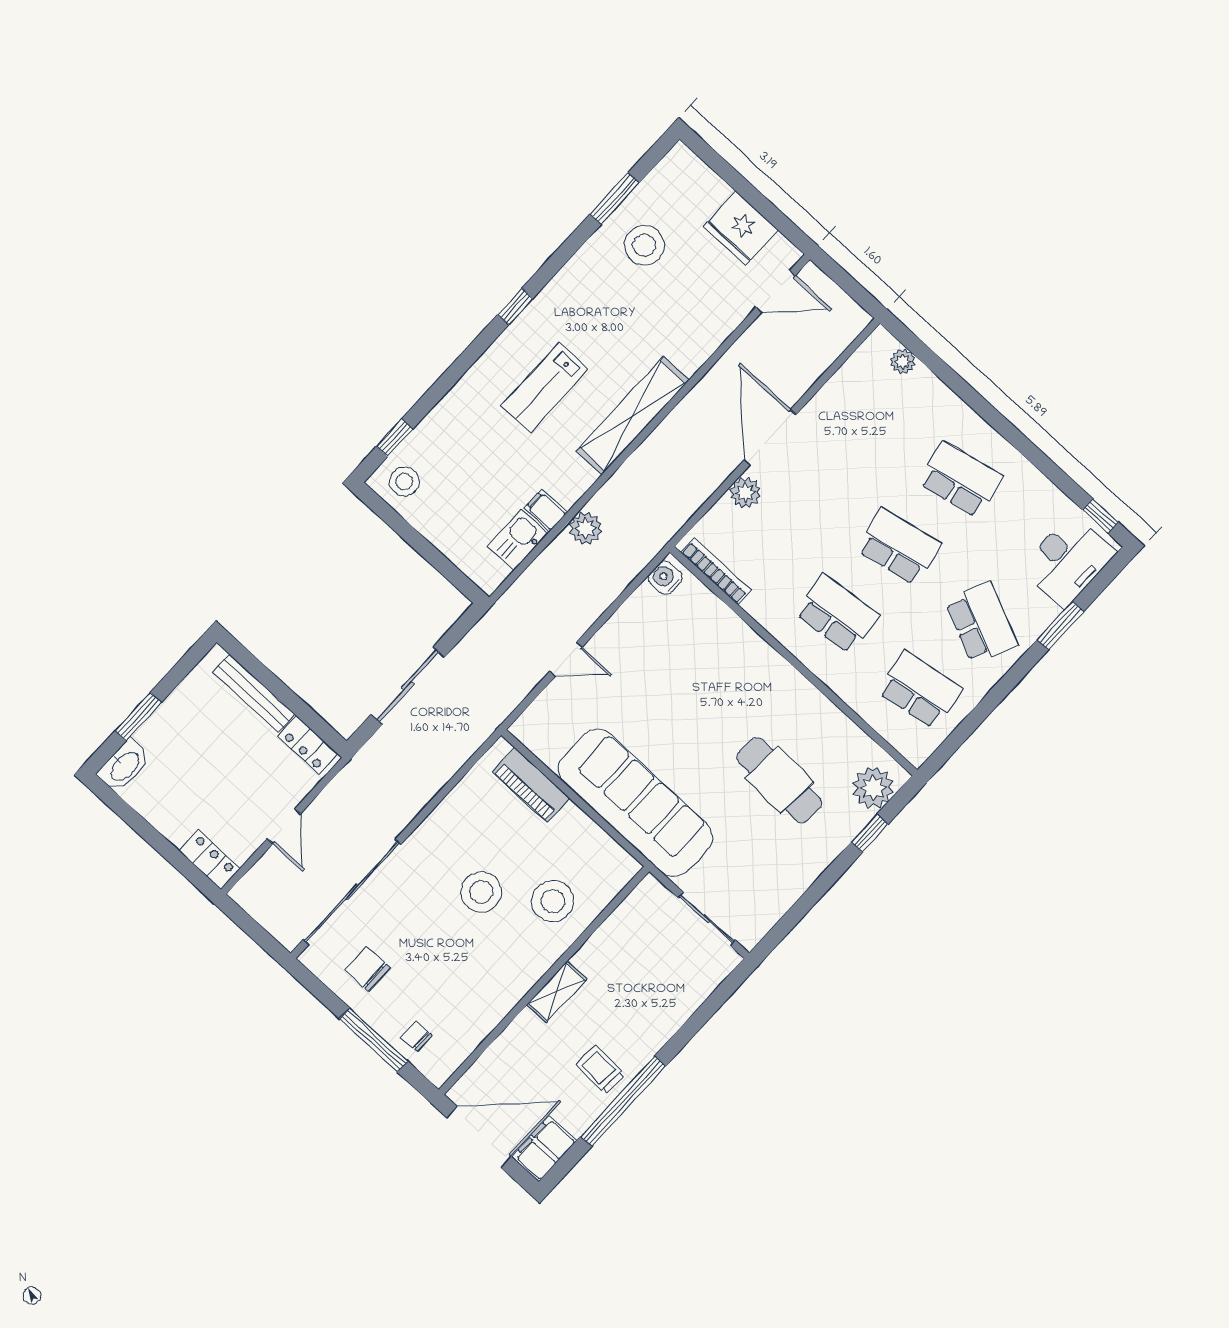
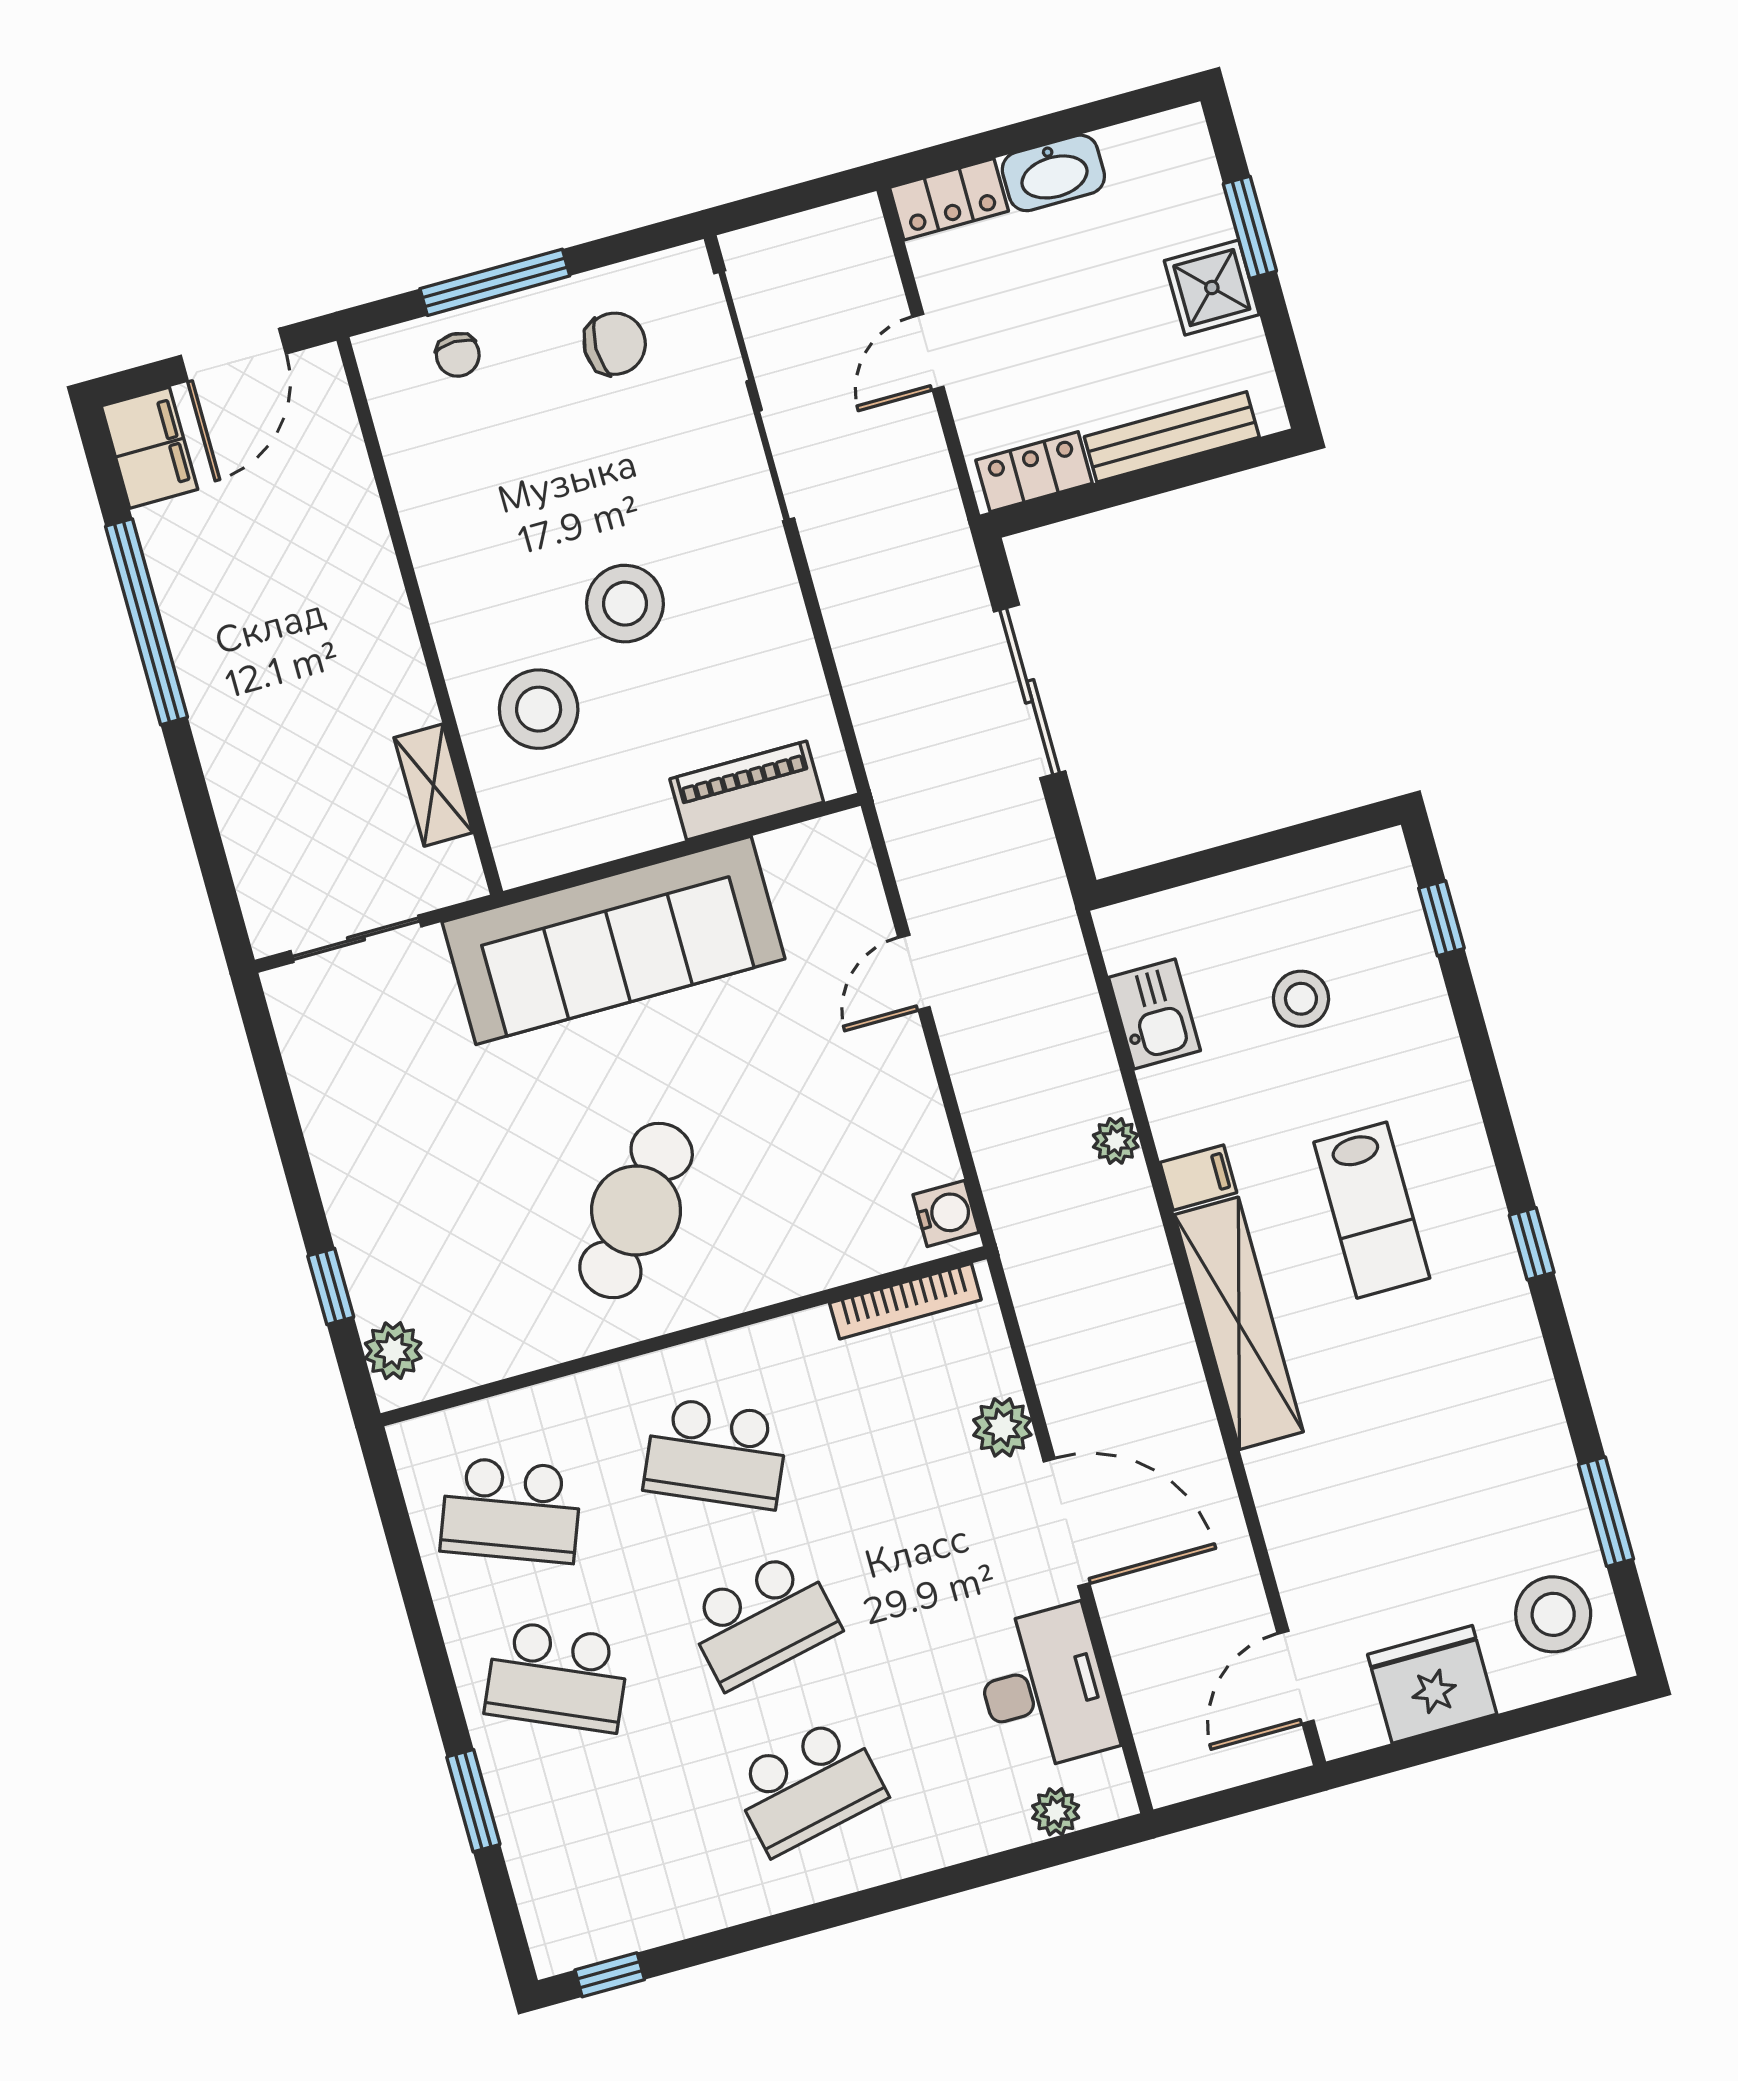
stool: (644, 245) -> (1553, 1614), moved
lab bench: (545, 388) -> (1372, 1210), turned 180
stool: (404, 482) -> (1301, 999), moved
filing cabinet: (546, 510) -> (1198, 1178), moved
plant: (586, 528) -> (1116, 1141), width x0.73, depth x0.73
desk: (1068, 560) -> (1044, 1689), moved, turned 180
school desk: (837, 614) -> (716, 1453), turned 30
school desk: (920, 690) -> (511, 1510), turned 30
shower: (176, 717) -> (1212, 288), added
washbasin: (124, 766) -> (1053, 173), moved, turned -90
cafe table: (779, 780) -> (636, 1211), moved, turned -54
plant: (873, 788) -> (393, 1351), width x0.73, depth x0.73
door: (284, 826) -> (928, 352), hinge flipped
shelving: (557, 992) -> (433, 785), moved
chair: (416, 1036) -> (458, 355), turned 90
trolley: (600, 1070) -> (220, 617), removed
door: (479, 1137) -> (233, 355), width x0.73

